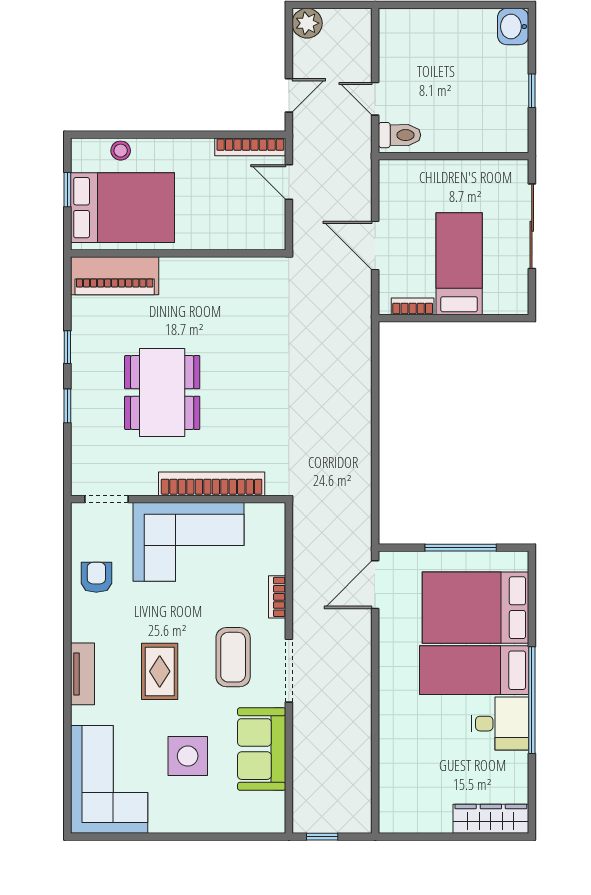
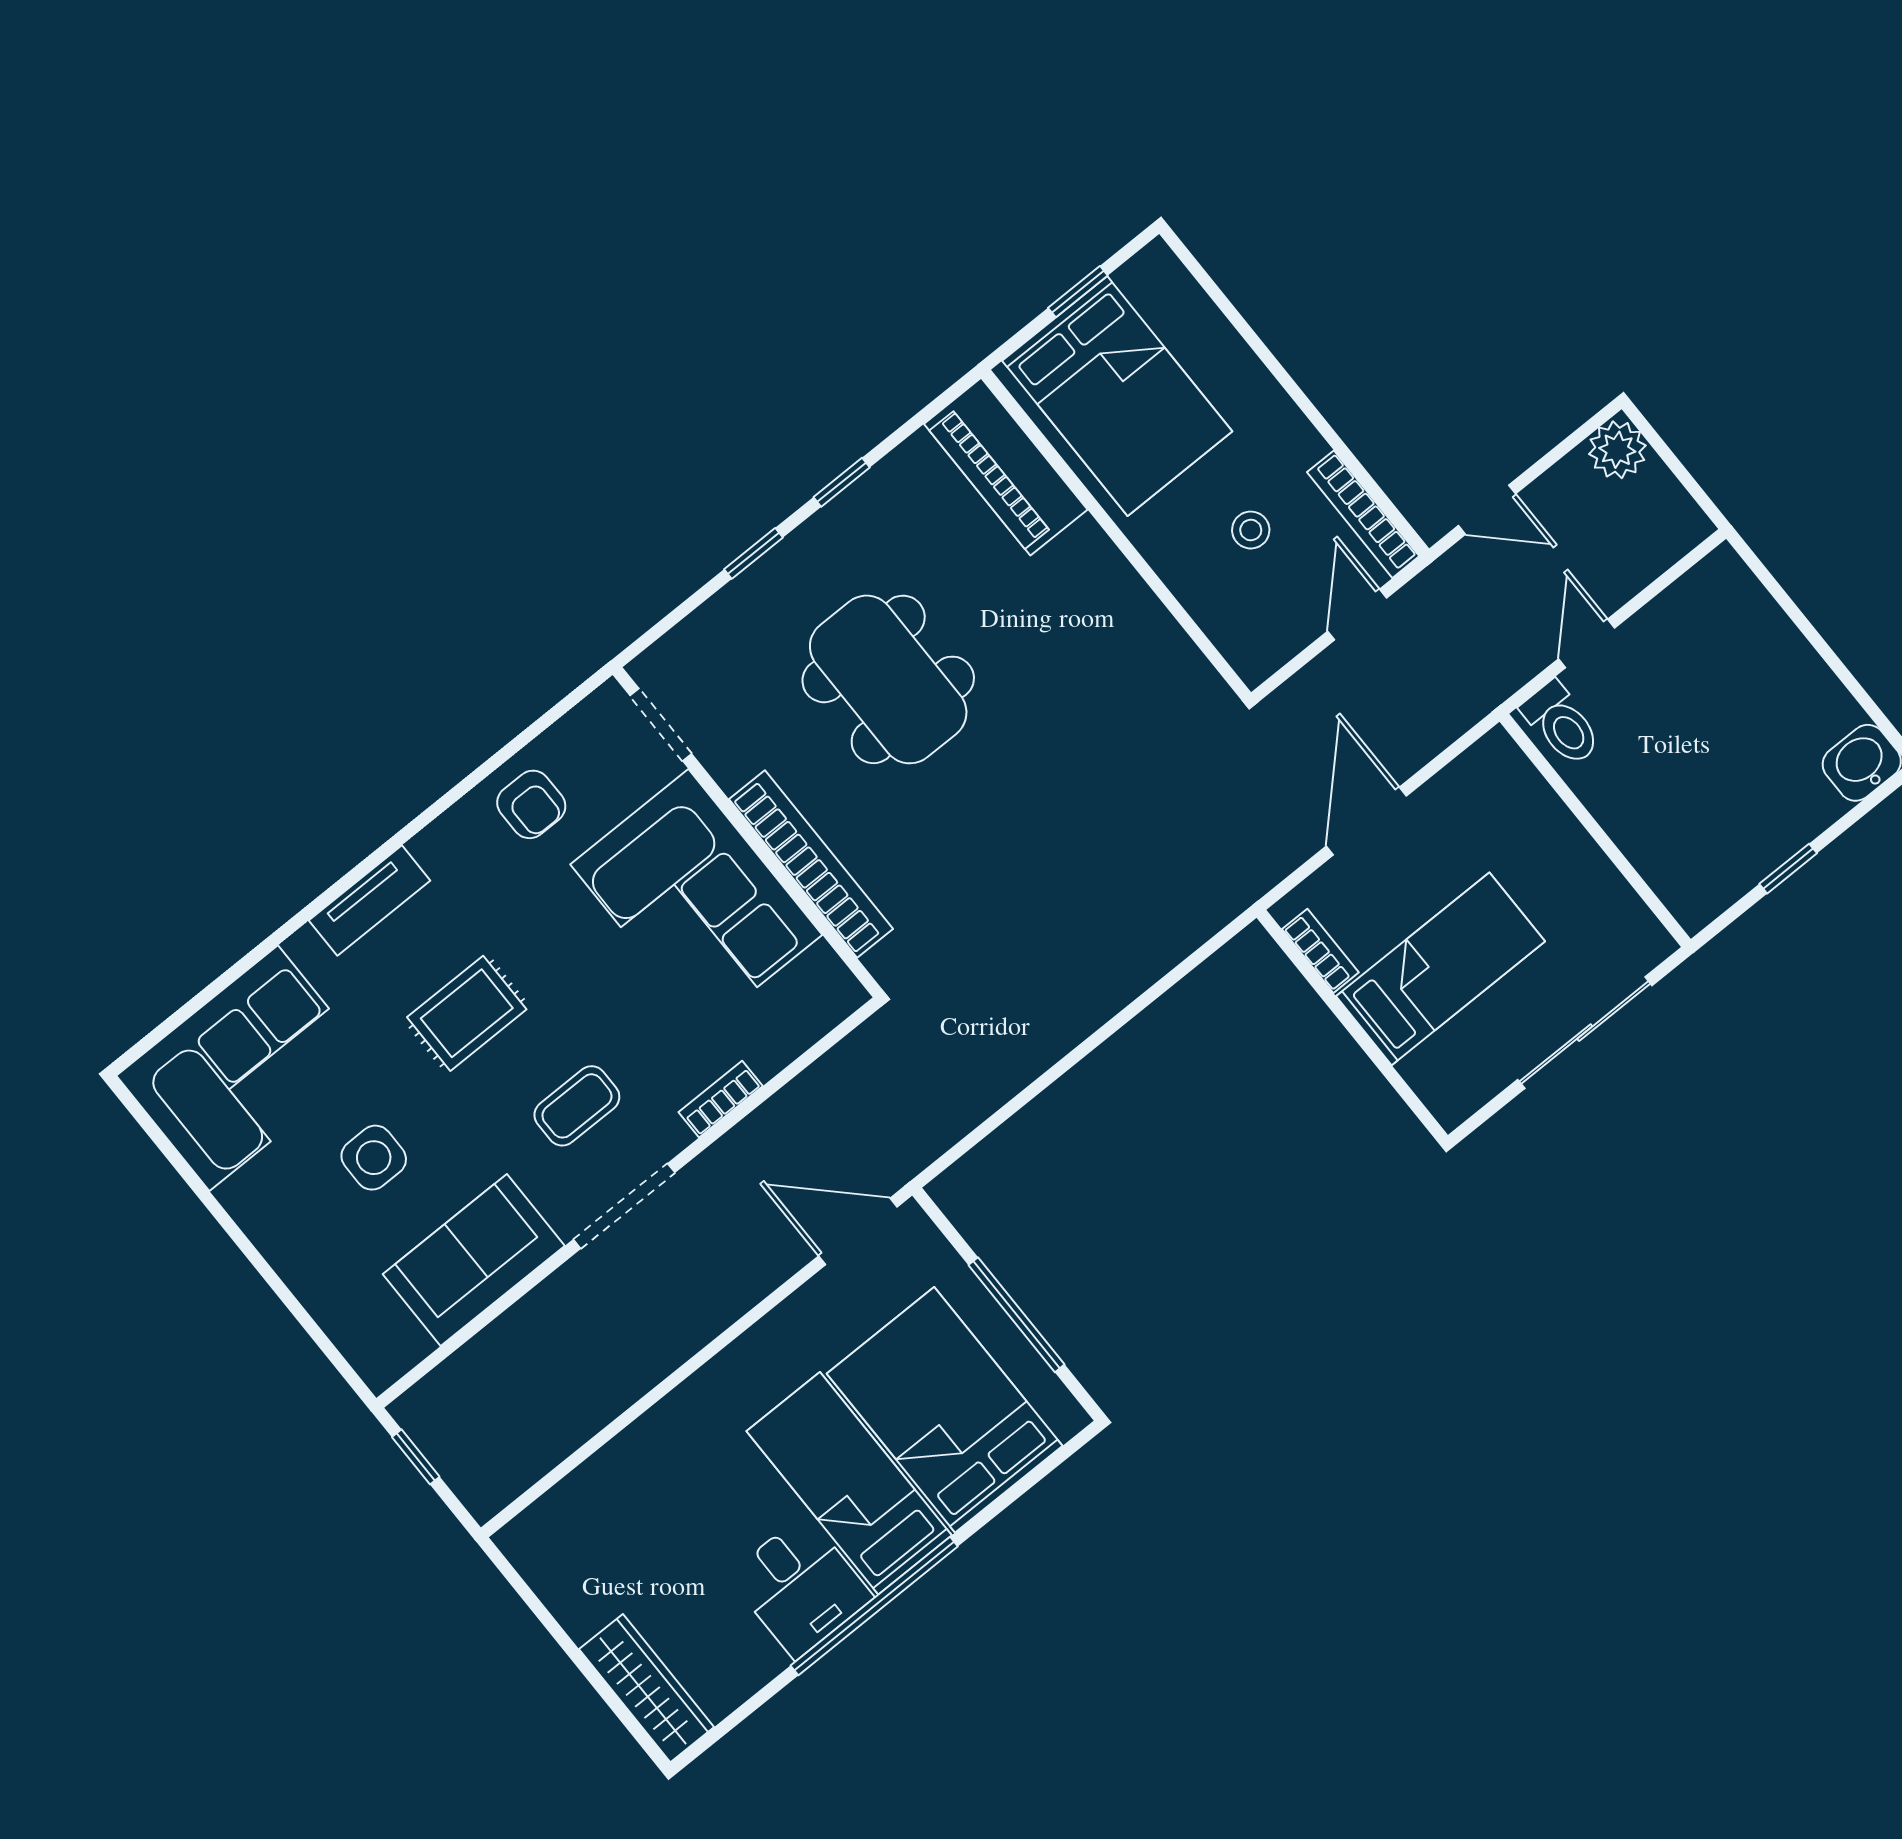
stool: (121, 151) -> (1251, 530), moved
dining table: (162, 393) -> (888, 679), turned 90
armchair: (96, 577) -> (531, 804), turned 90
coffee table: (233, 657) -> (577, 1106), width x0.73, depth x0.77
side table: (188, 756) -> (374, 1158), width x0.73, depth x0.73

